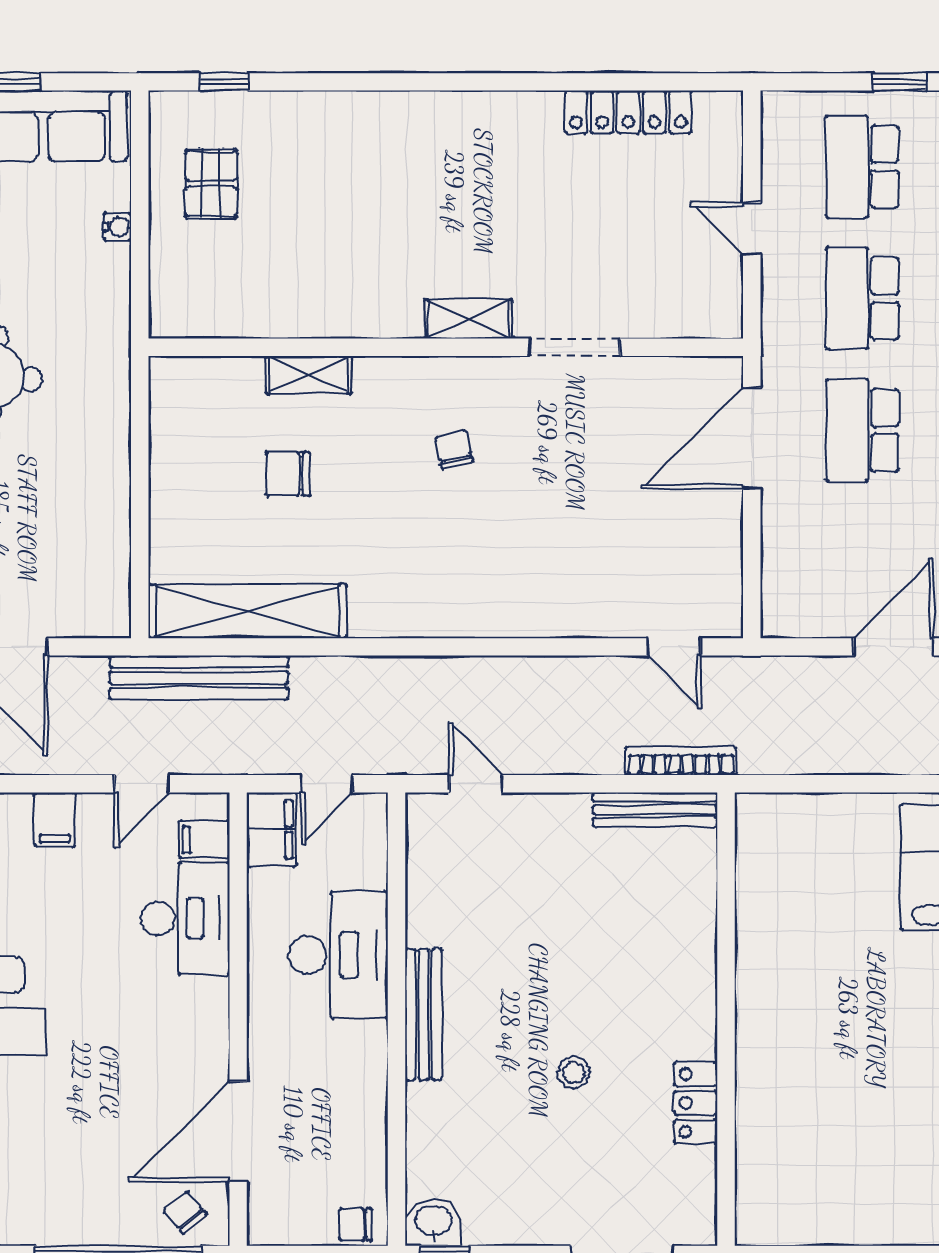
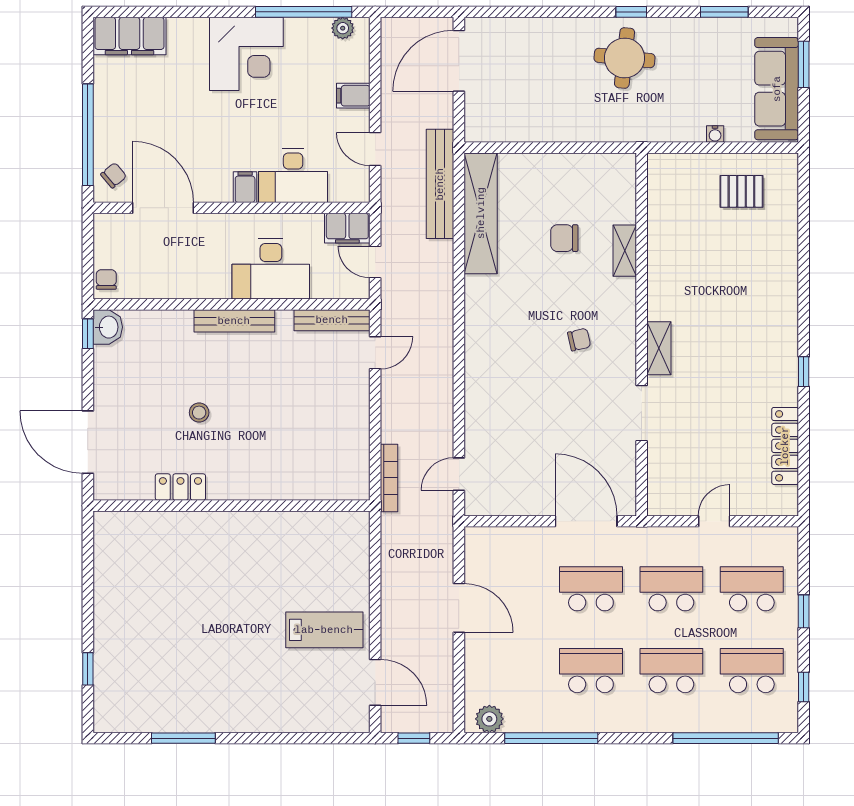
window: (224, 82) -> (804, 372), moved
chair: (288, 474) -> (564, 238), turned -90
bench: (655, 810) -> (332, 320), moved, turned 90
filing cabinet: (204, 840) -> (245, 187), moved

